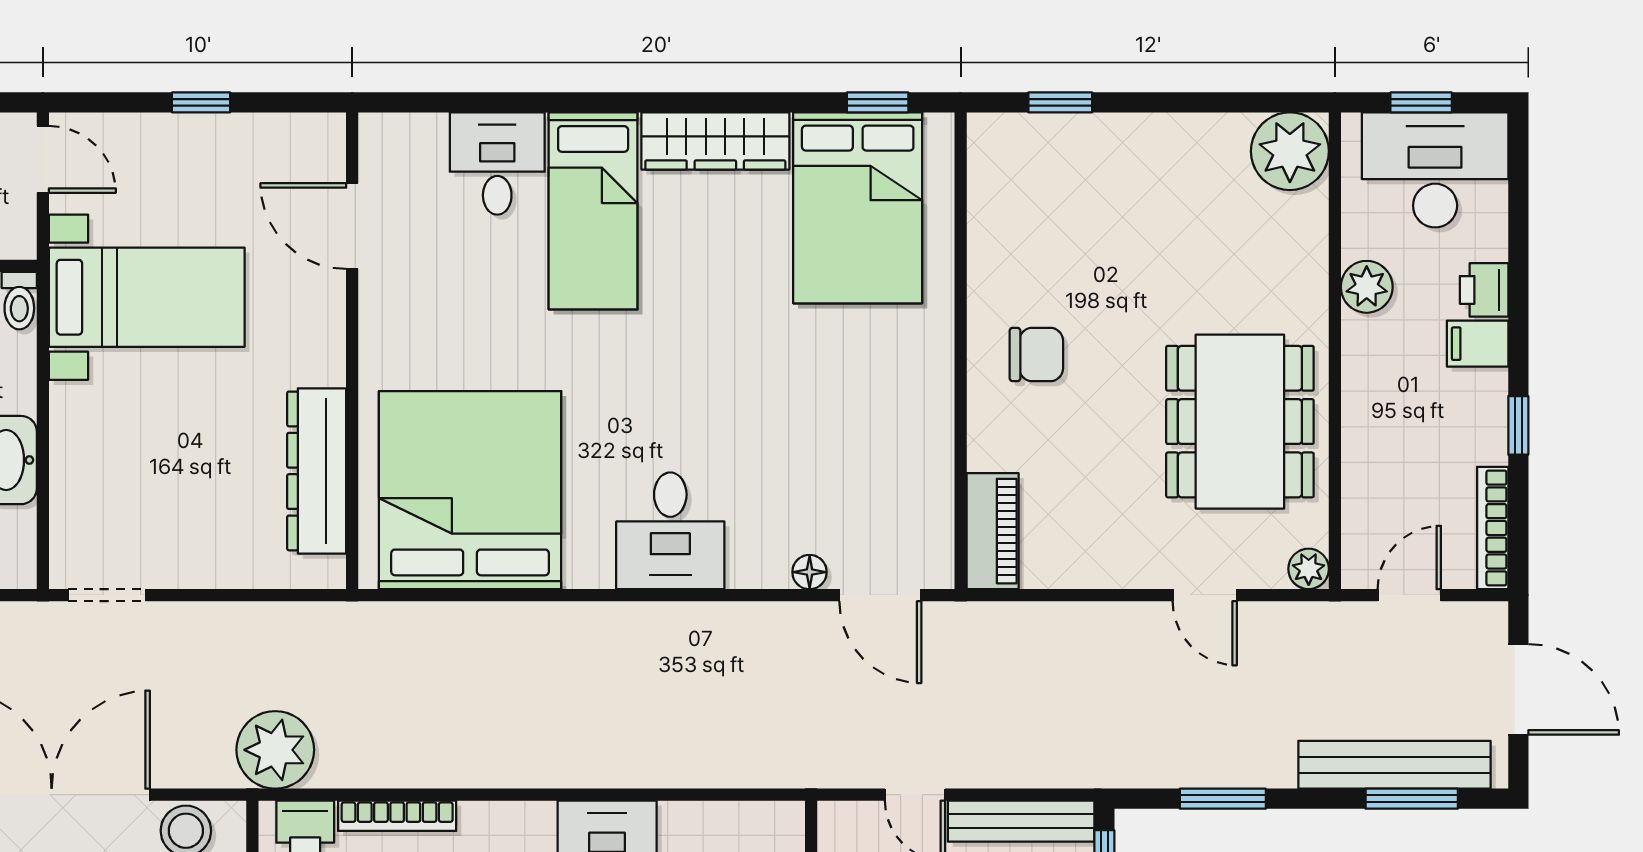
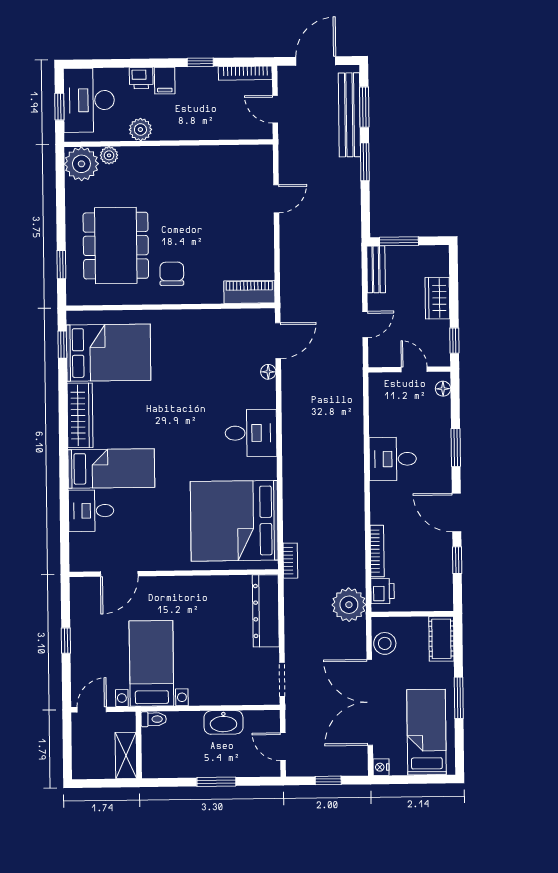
dining table: (1240, 422) -> (116, 246), moved, turned 90
dresser: (317, 471) -> (266, 611), moved, turned 90
plant: (1309, 569) -> (109, 155), moved
bookcase: (378, 617) -> (290, 561), added
window: (1223, 799) -> (365, 162), moved
bench: (1021, 821) -> (376, 269), width x0.73

